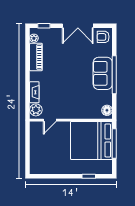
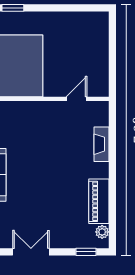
double door: (78, 26) -> (31, 252), width x0.73
plant: (36, 110) -> (99, 115), removed

